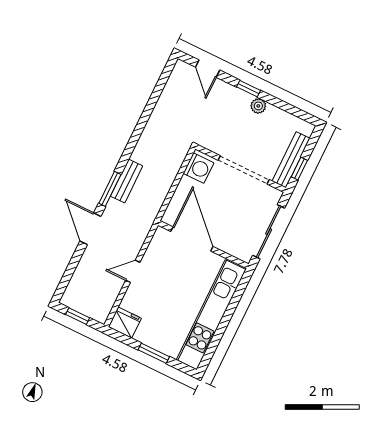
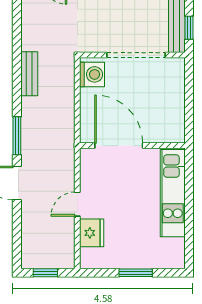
bench: (127, 181) -> (29, 74), moved
sliding door: (269, 232) -> (189, 103), removed
kitchen unit: (211, 315) -> (173, 193), width x0.73
fridge: (125, 323) -> (92, 233), moved, turned 90

